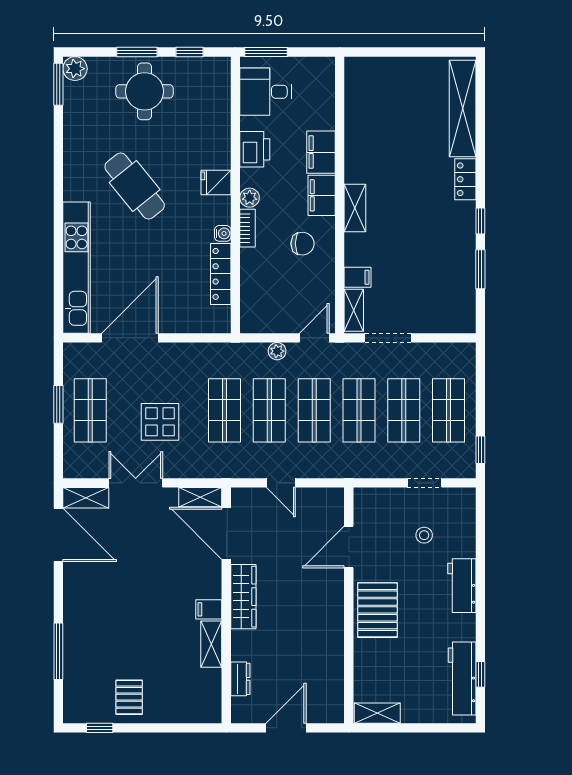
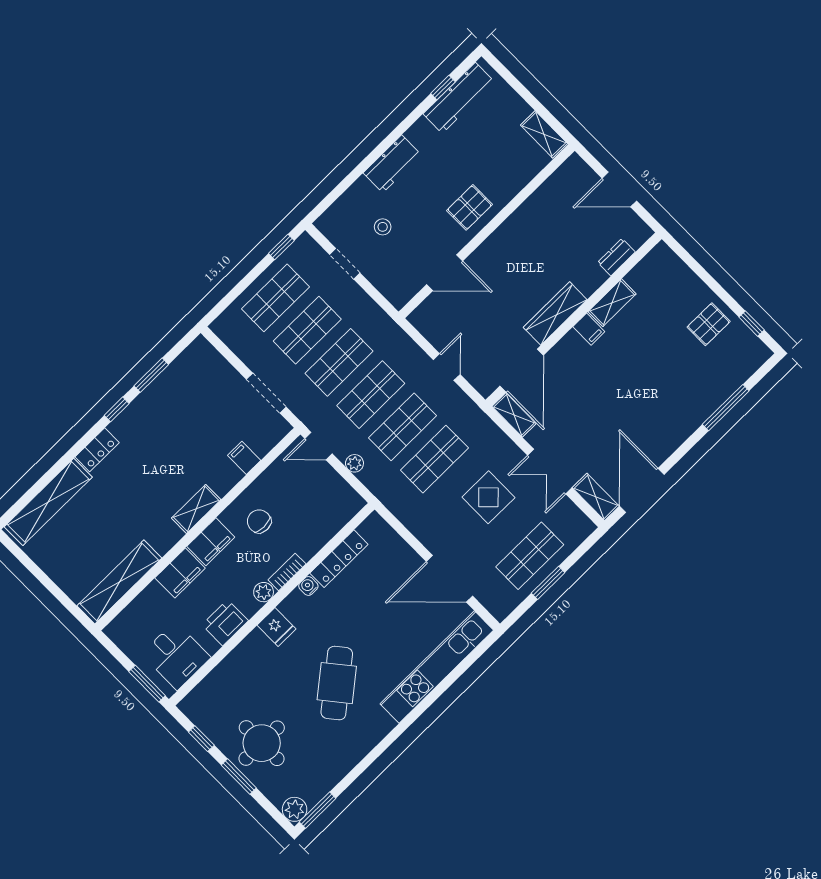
shelving: (354, 310) -> (119, 582), moved, width x2.20, depth x1.33
pallet: (377, 610) -> (470, 207), width x0.67, depth x0.71

